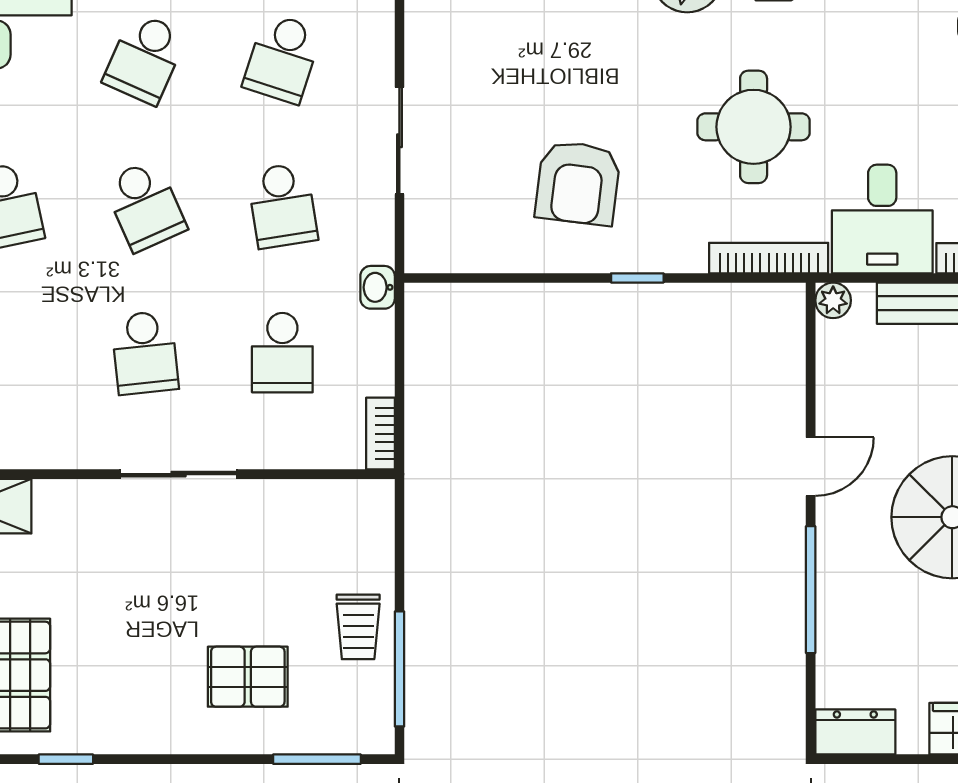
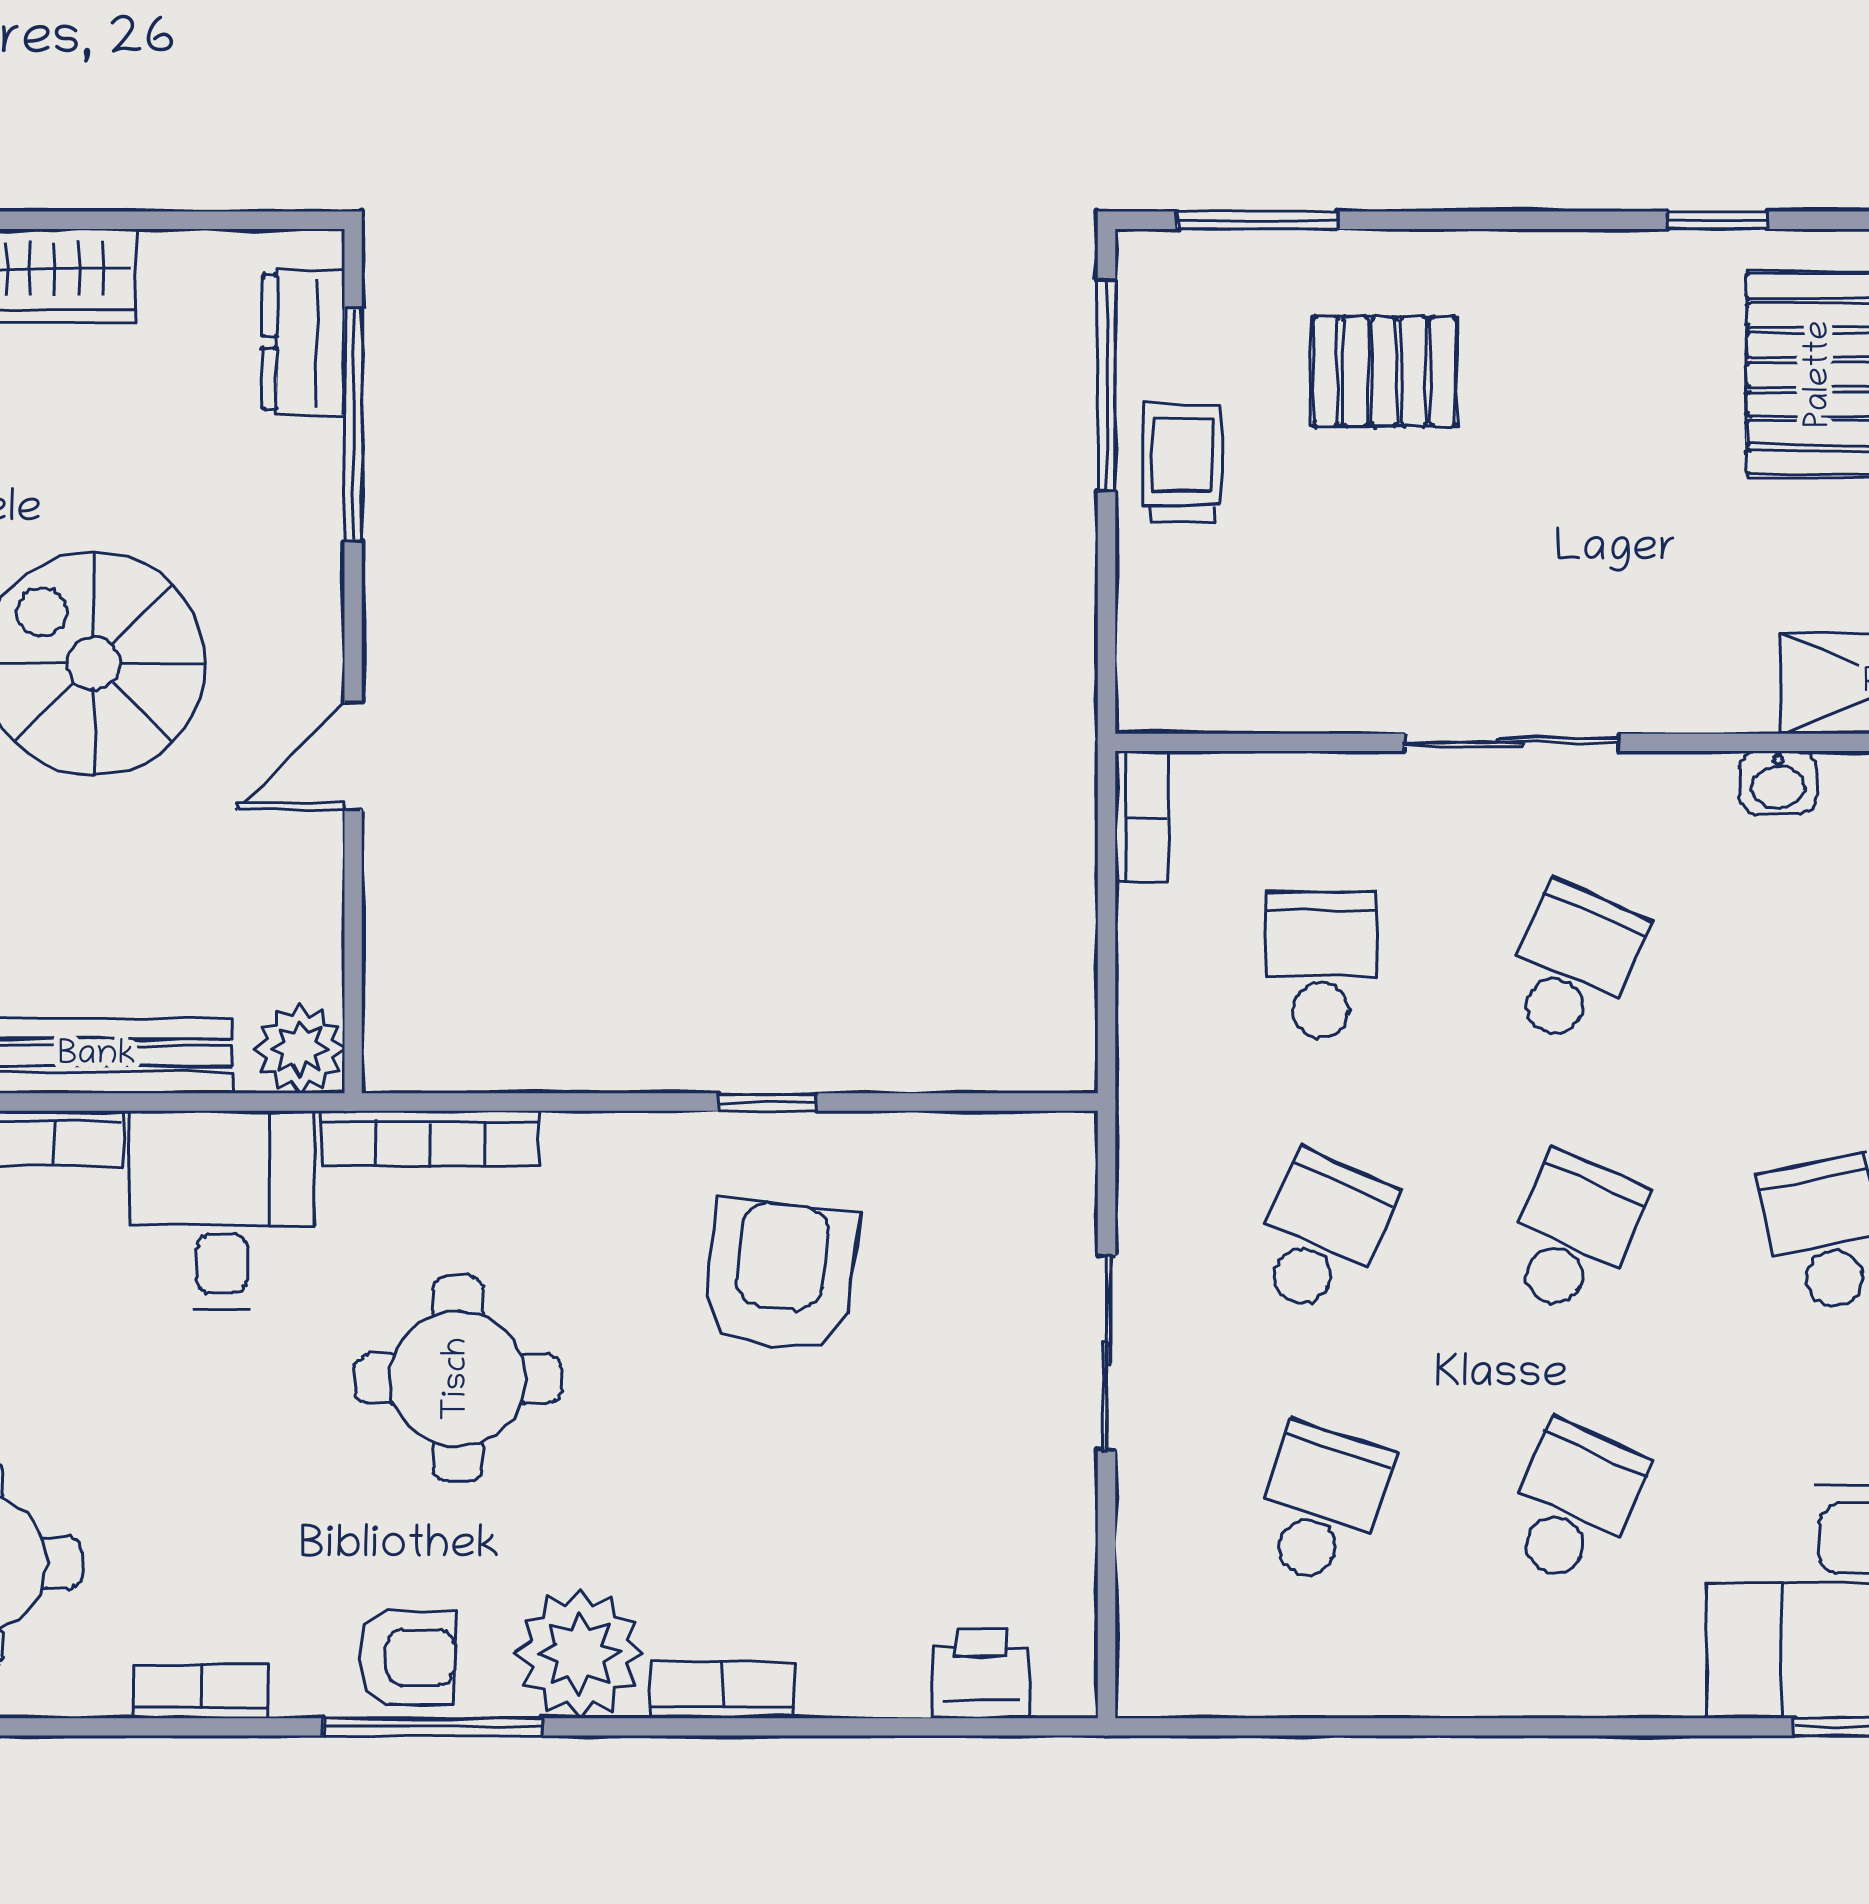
school desk: (145, 206) -> (1573, 1235), turned 48
school desk: (282, 206) -> (1321, 1235), turned 33
window: (637, 278) -> (767, 1102), moved
washbasin: (378, 287) -> (1778, 783), moved, turned 90
plant: (833, 300) -> (300, 1049), width x1.38, depth x1.38
school desk: (145, 353) -> (1573, 965), turned 30
window: (811, 590) -> (353, 425), moved
dresser: (855, 732) -> (303, 342), moved, turned 90

